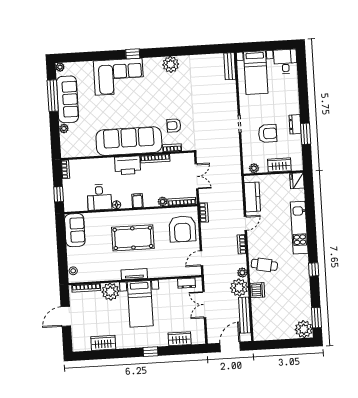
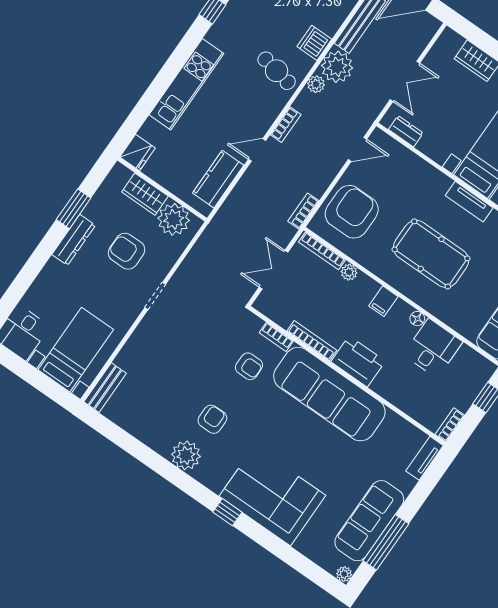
armchair: (172, 89) -> (212, 419), added
dresser: (295, 124) -> (74, 240), width x1.44
plant: (64, 129) -> (407, 484), removed
tv unit: (65, 146) -> (425, 458), added
plant: (254, 168) -> (174, 219), width x1.88, depth x1.88

